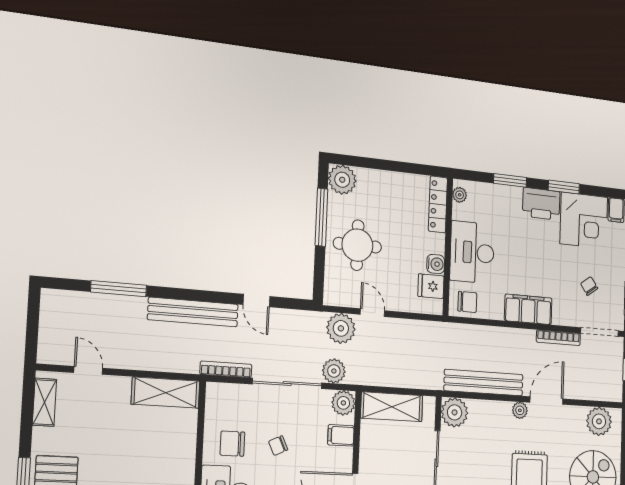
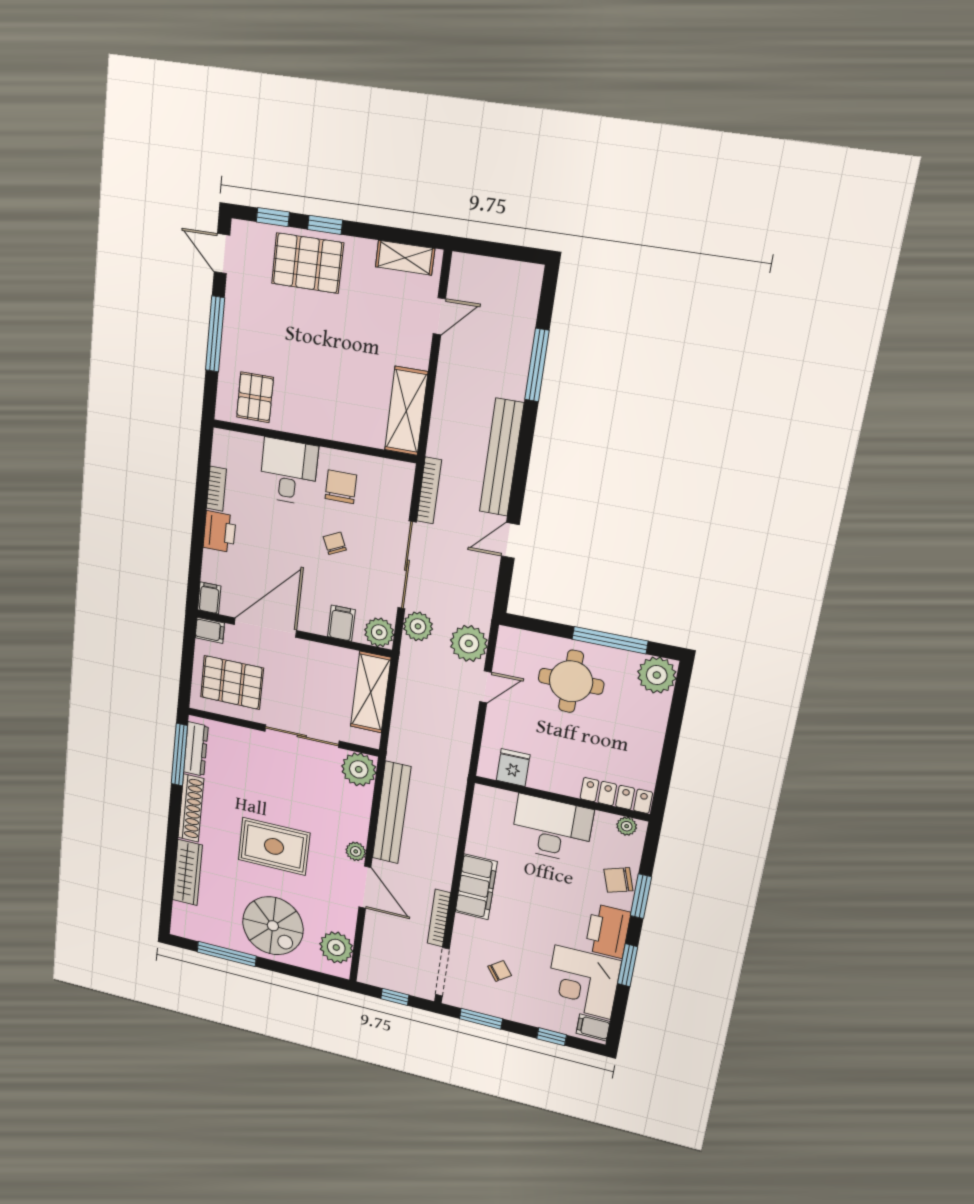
water cooler: (436, 264) -> (540, 779), removed
chair: (467, 302) -> (618, 880), moved, turned 72

